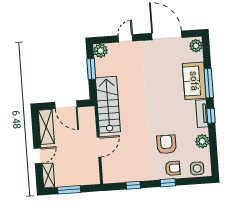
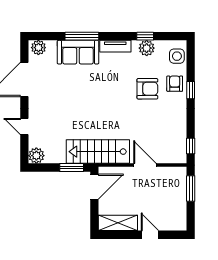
window: (91, 69) -> (72, 167), moved
door: (66, 105) -> (94, 187), moved
window: (211, 116) -> (145, 36), moved
armchair: (166, 144) -> (147, 89), turned 180
shelving: (48, 175) -> (173, 225), removed
window: (133, 185) -> (191, 146), moved
window: (69, 190) -> (191, 189), moved

